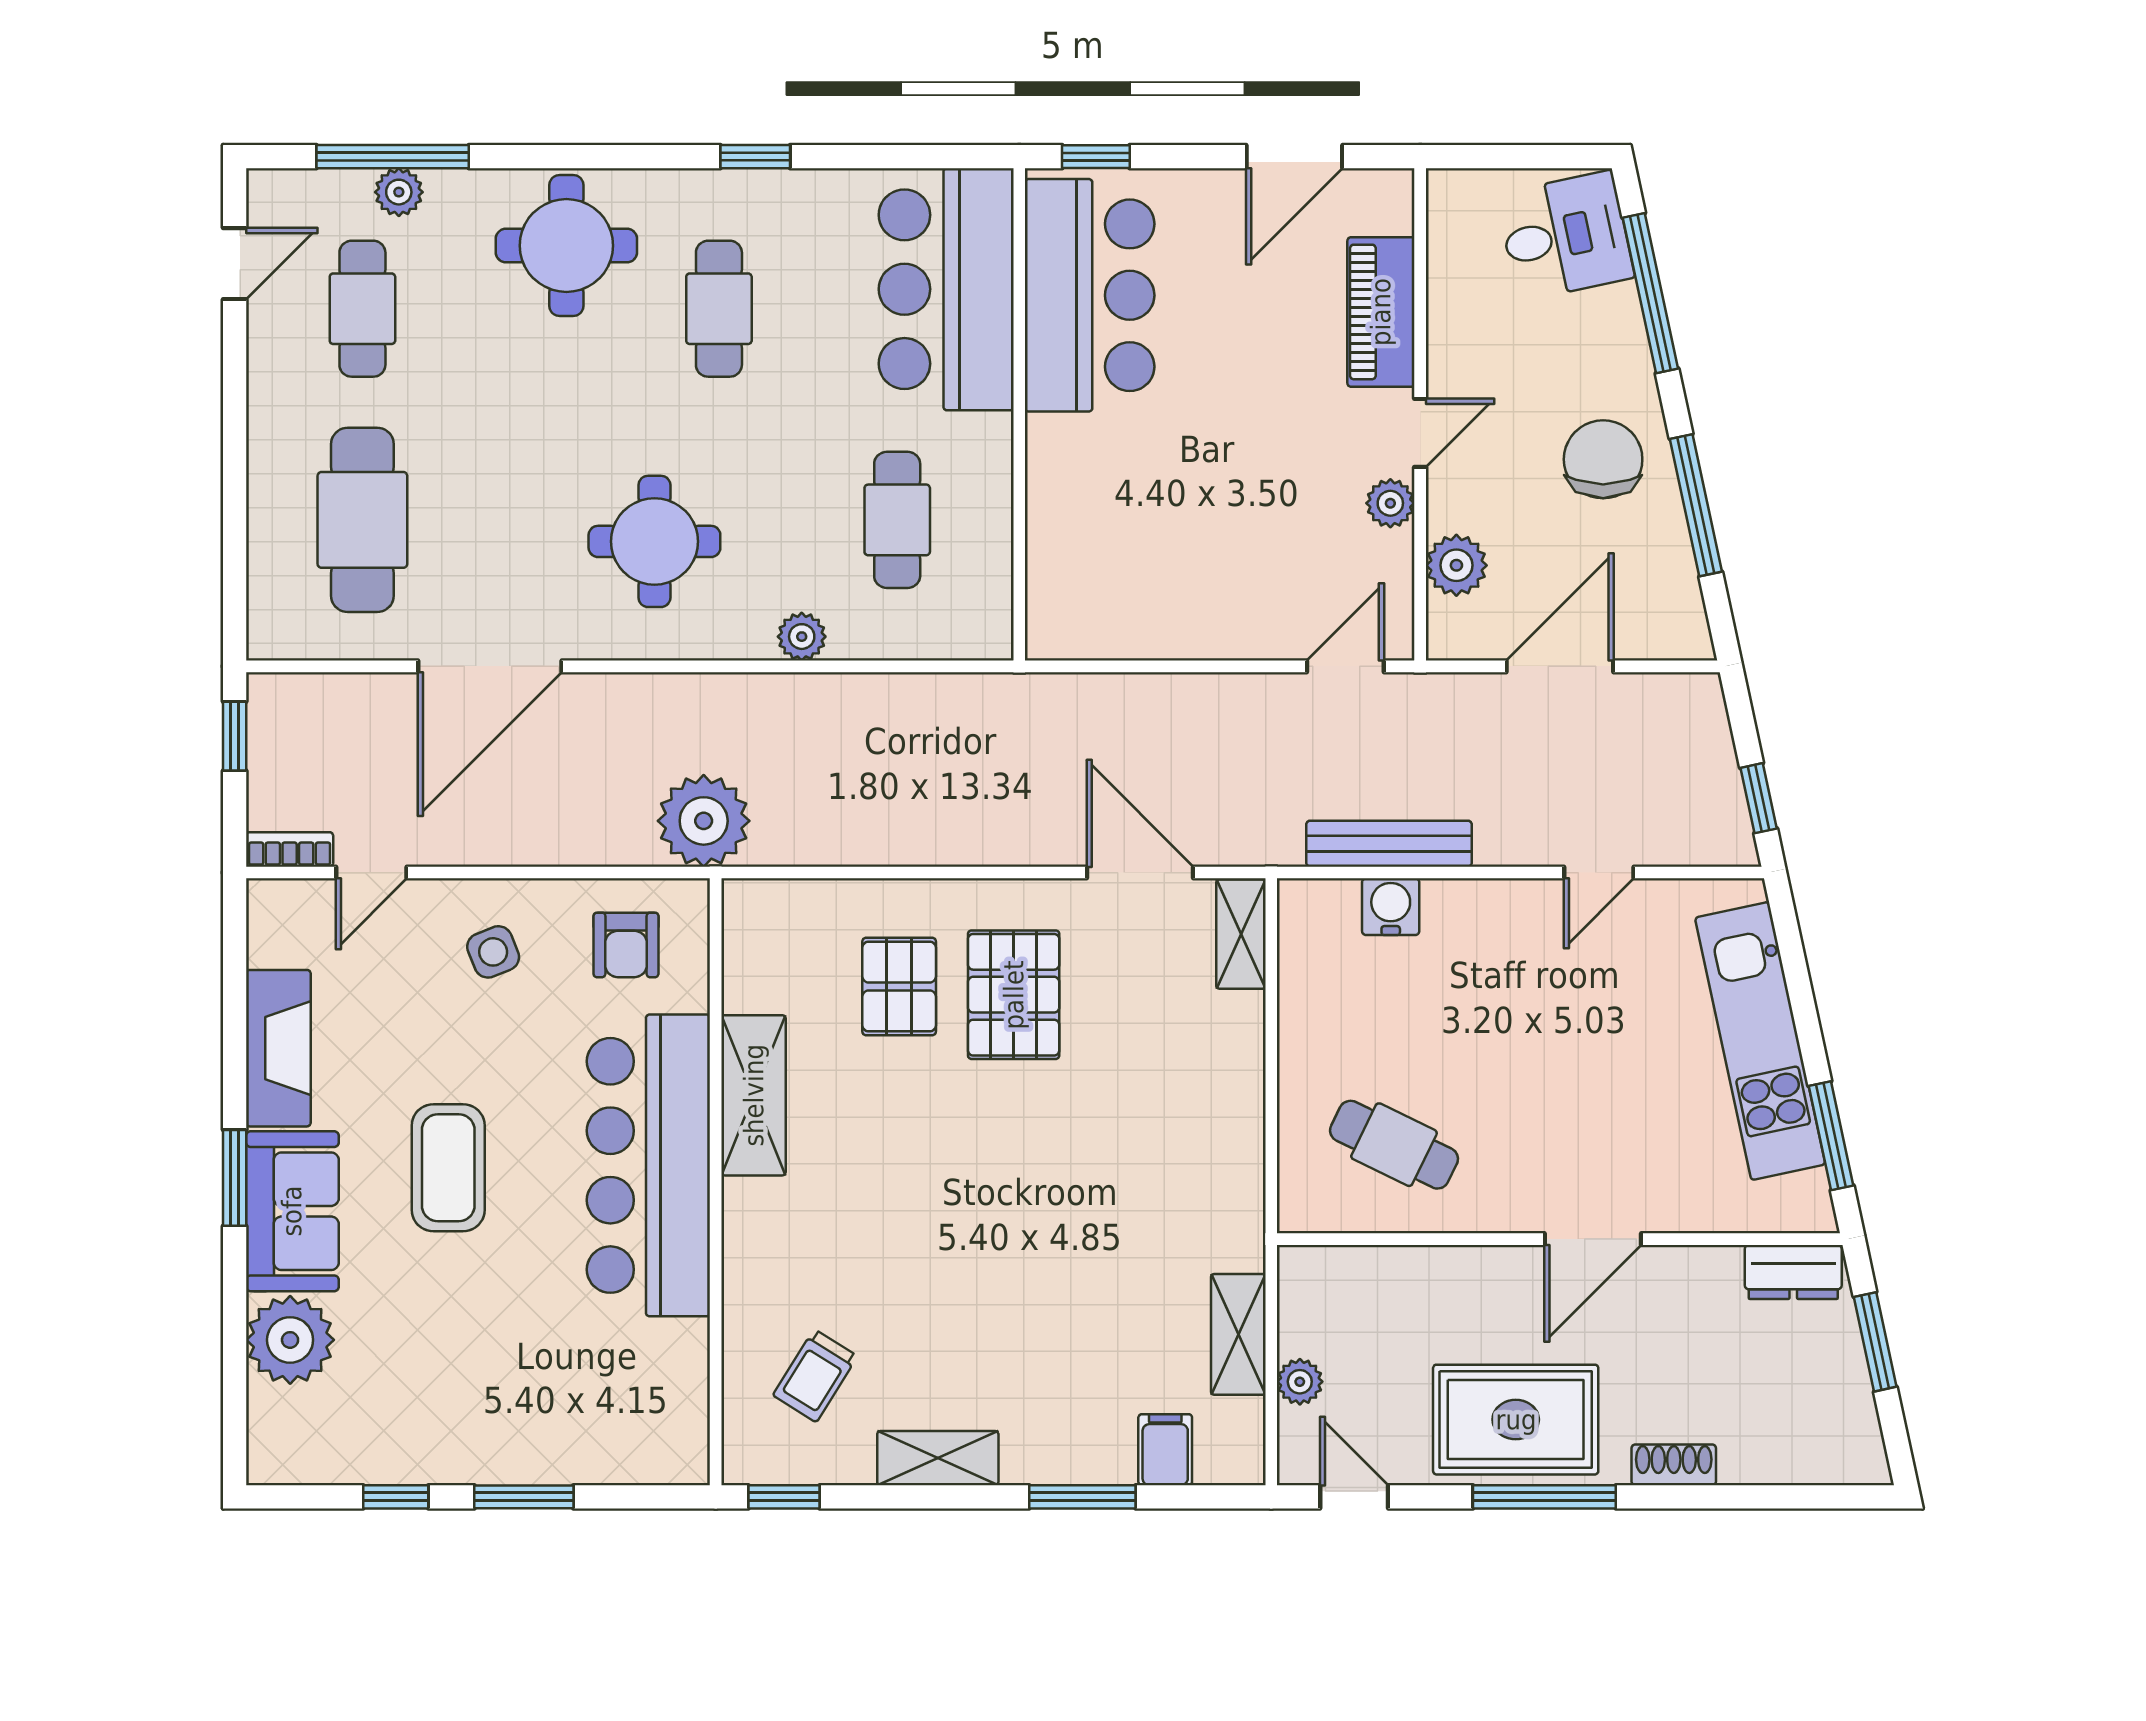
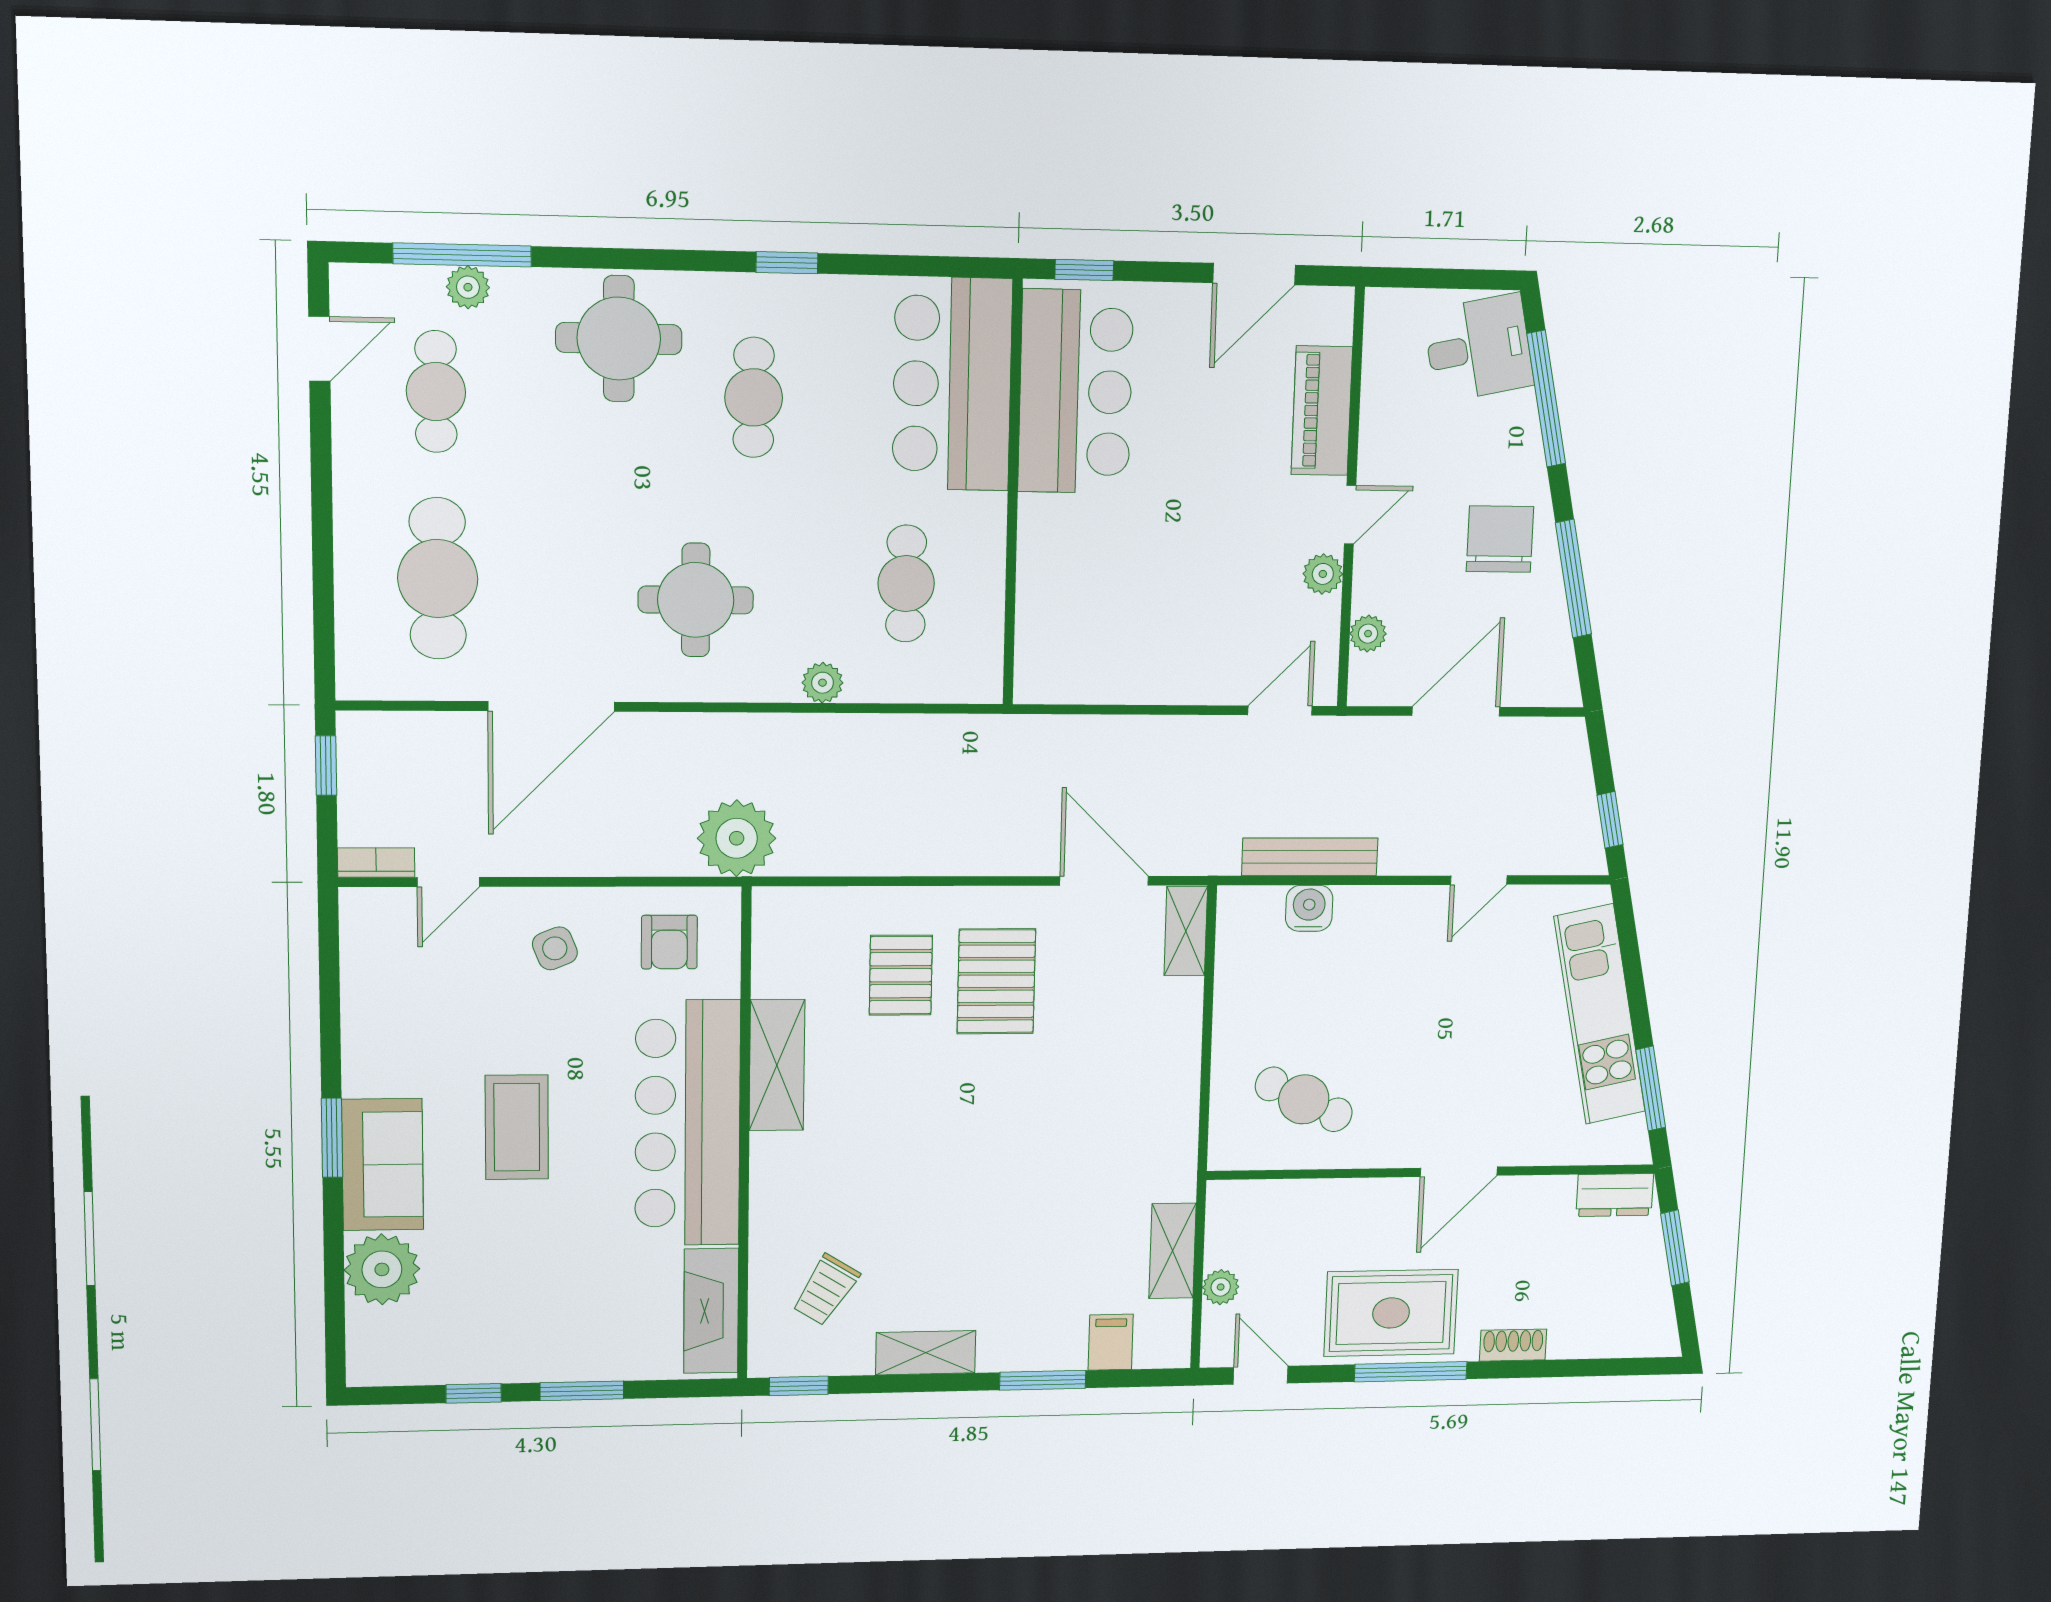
plant: (1456, 565) -> (1368, 634), width x0.73, depth x0.73
fireplace: (278, 1048) -> (711, 1311), moved, turned 180

